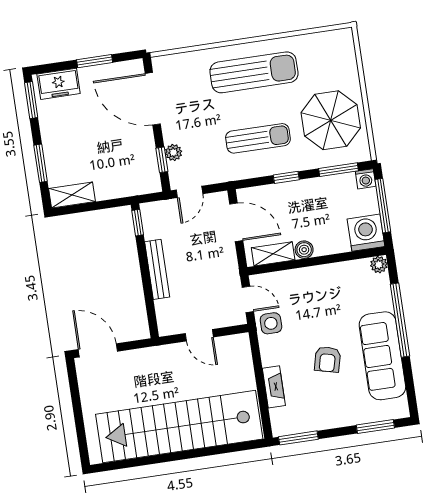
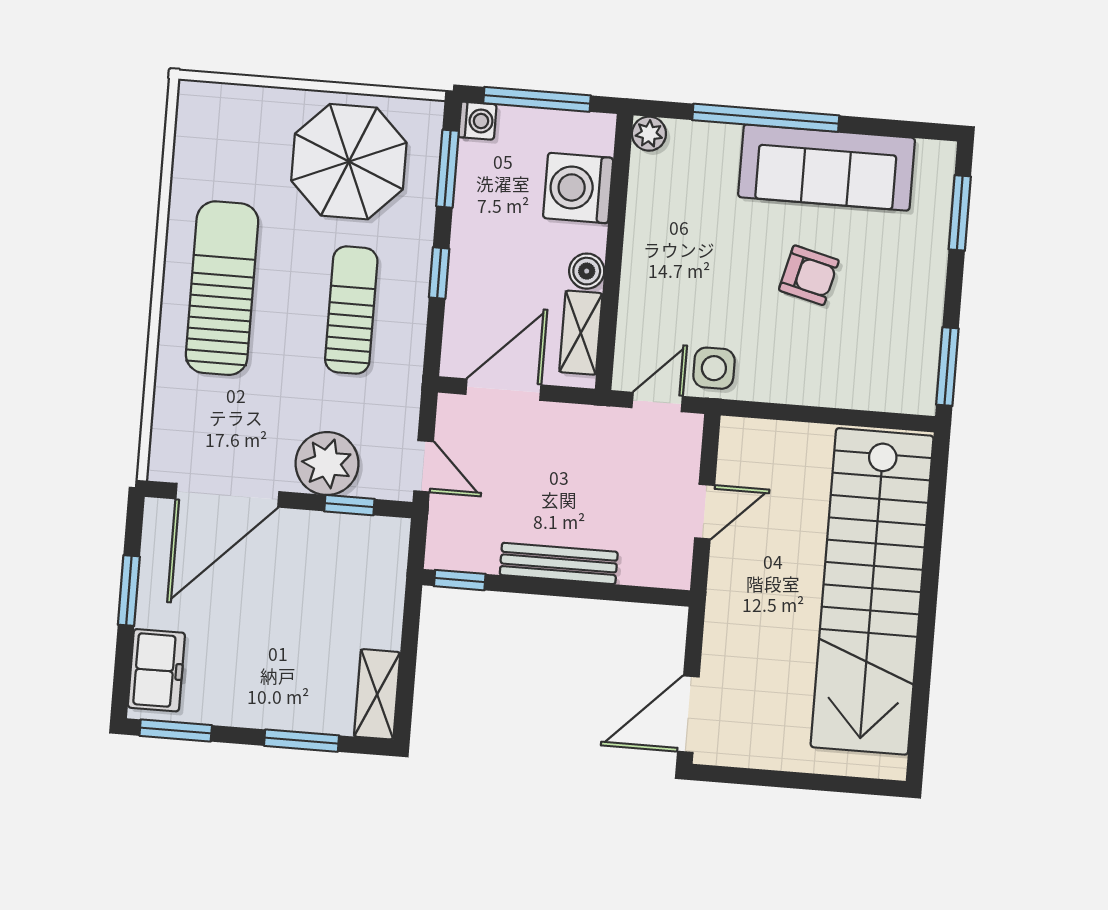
plant: (174, 152) -> (327, 463), width x1.88, depth x1.88
washing machine: (366, 233) -> (578, 188), moved
fireplace: (274, 387) -> (838, 391), removed

